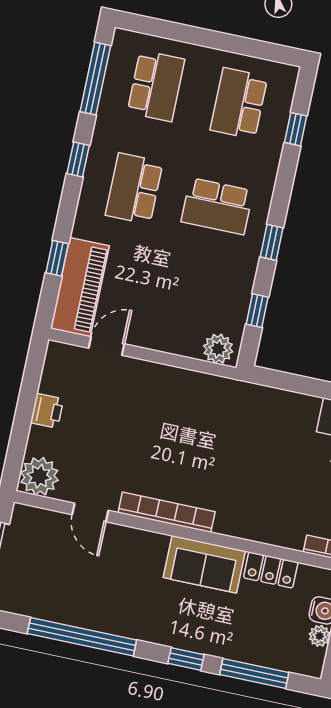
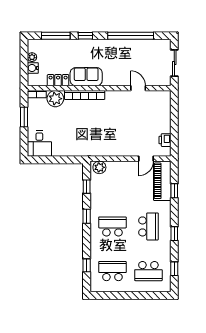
window: (95, 79) -> (174, 269), width x0.46
school desk: (156, 86) -> (148, 271), turned -90
school desk: (239, 103) -> (112, 271), turned -90
printer: (47, 411) -> (165, 140), moved
plant: (39, 476) -> (55, 99), moved
bookcase: (167, 512) -> (85, 95), moved

